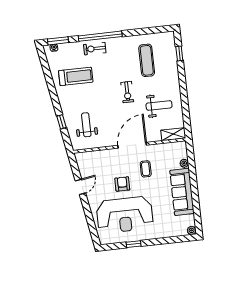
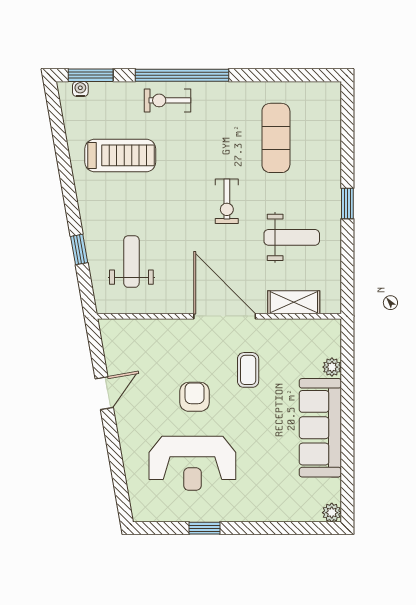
window: (179, 53) -> (347, 204), moved
shelving: (173, 134) -> (294, 302), moved
door: (132, 145) -> (225, 316), hinge flipped
reception desk: (125, 215) -> (192, 463), width x0.74, depth x0.77

